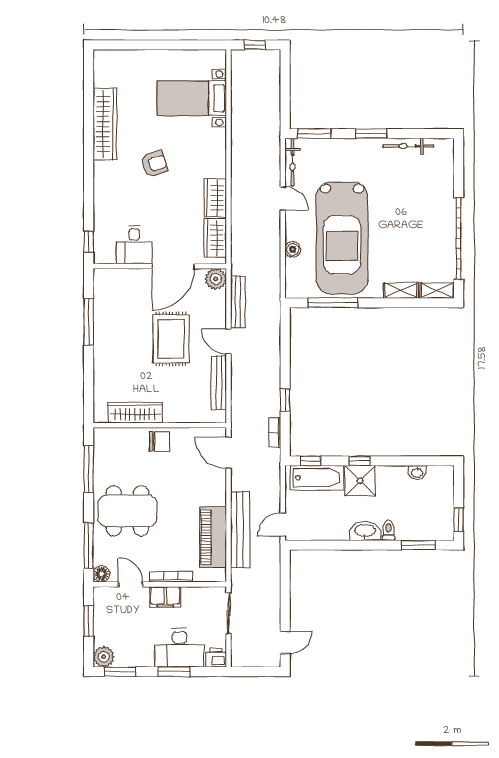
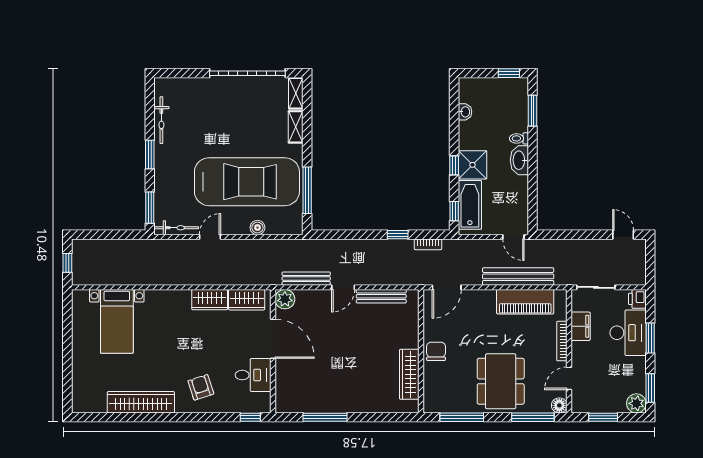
armchair: (154, 164) -> (201, 387), moved
rug: (171, 339) -> (341, 341), removed
filing cabinet: (165, 597) -> (581, 326), moved

